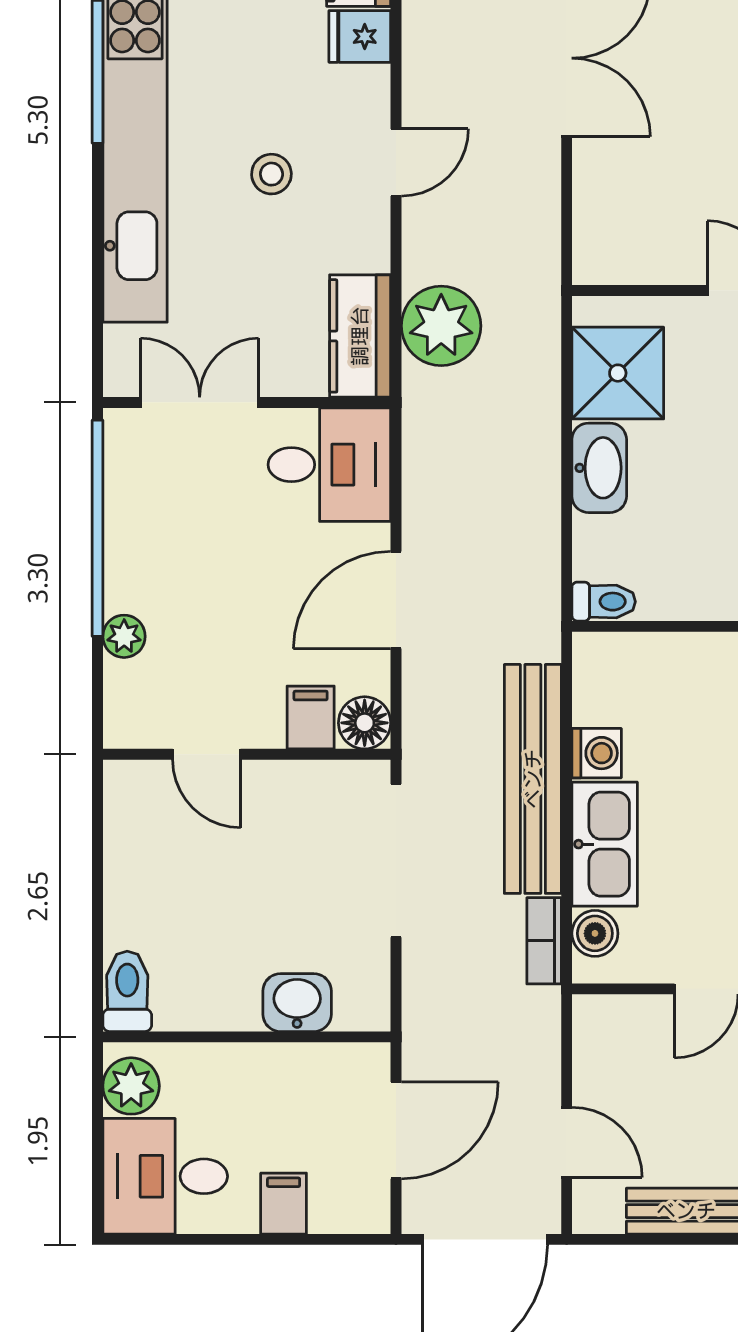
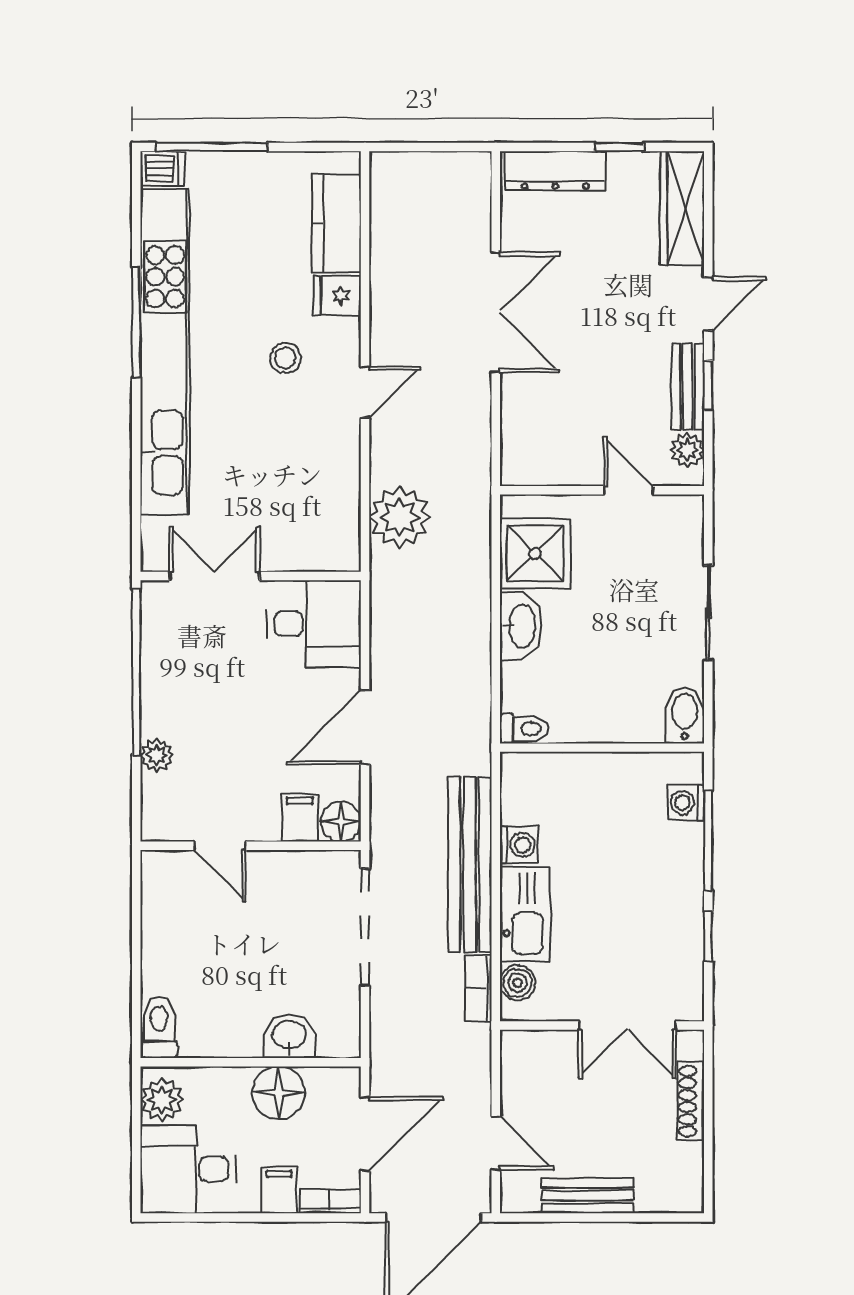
stool: (271, 174) -> (285, 358), moved
kitchen counter: (360, 336) -> (338, 525), removed
floor lamp: (283, 1077) -> (278, 1093), added
bookcase: (351, 1218) -> (330, 1201), added

